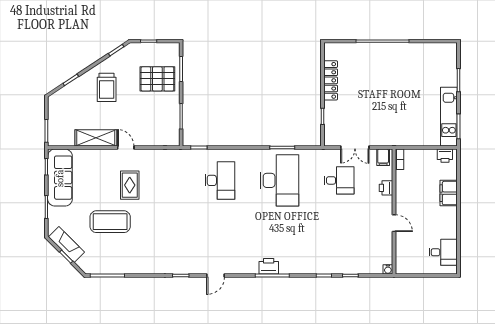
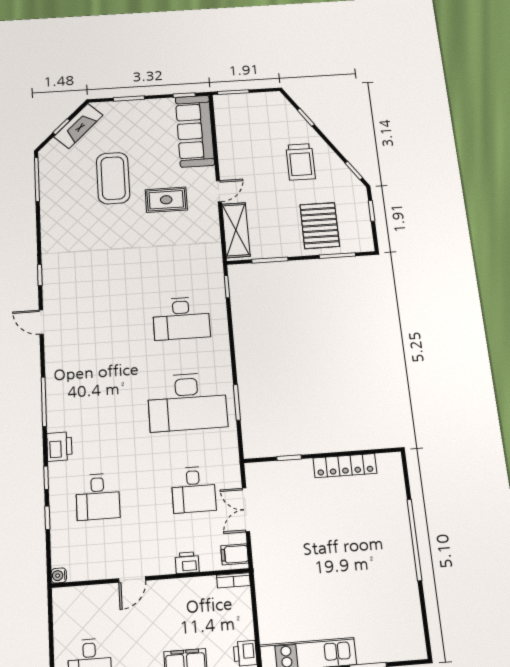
trolley: (107, 87) -> (300, 162), turned -90
shelving: (96, 138) -> (236, 230), moved
sofa: (60, 178) -> (195, 131), moved, turned 90
desk: (339, 243) -> (98, 497), added
printer: (269, 266) -> (59, 447), moved

